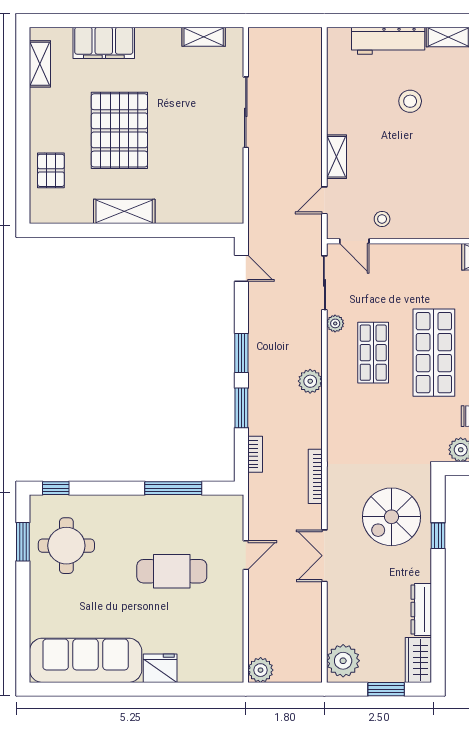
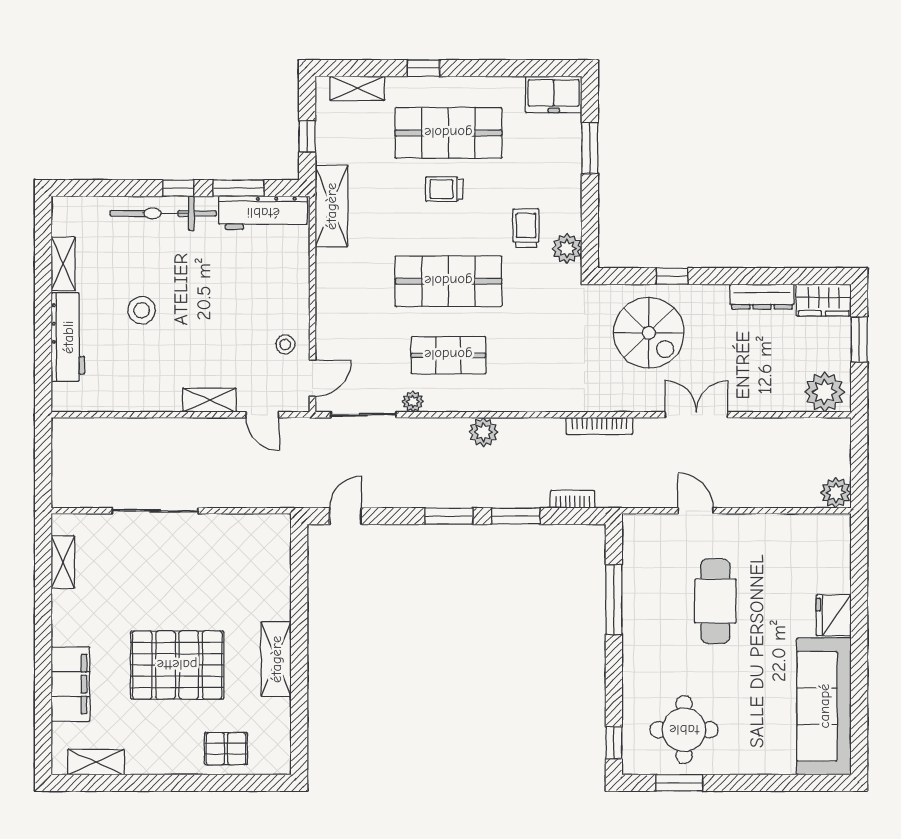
double door: (324, 556) -> (696, 415), swing flipped

